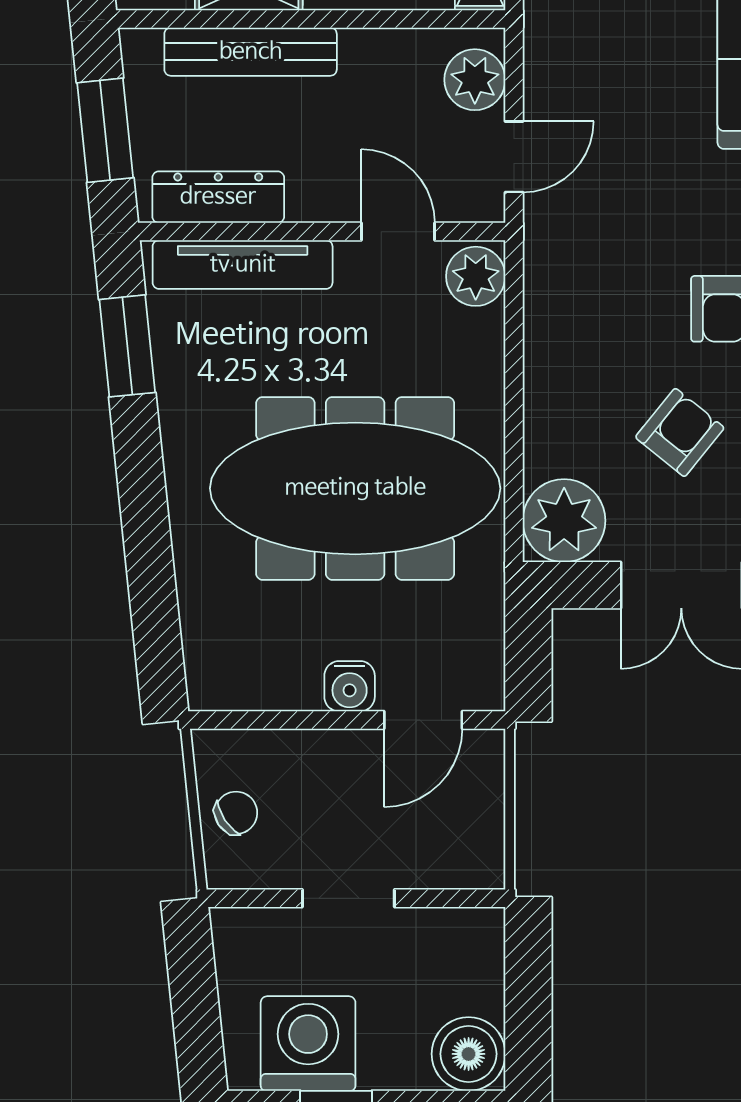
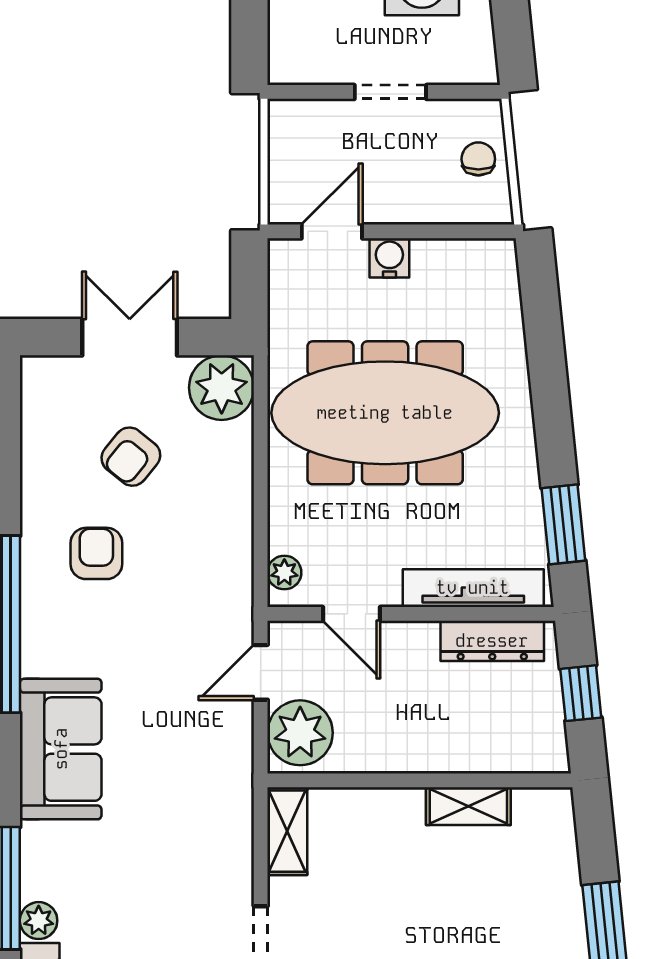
bench: (251, 52) -> (467, 755), removed
plant: (475, 80) -> (300, 733), width x1.36, depth x1.36
window: (105, 130) -> (581, 693), width x0.67
plant: (476, 276) -> (284, 573), width x0.73, depth x0.73
chair: (236, 813) -> (478, 159), turned 124

